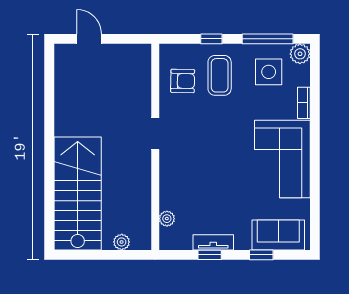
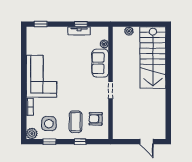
window: (268, 39) -> (49, 142), width x0.46
sofa: (278, 235) -> (100, 63), moved, turned 90
window: (261, 255) -> (41, 24), moved

